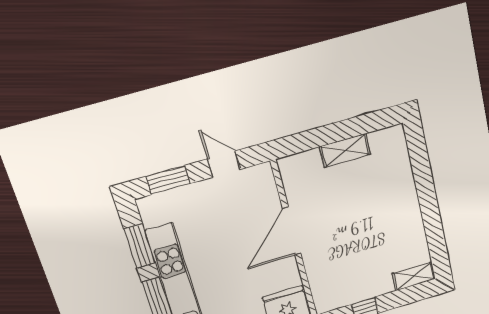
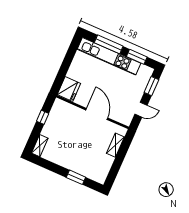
shelving: (345, 150) -> (115, 145), moved
window: (423, 178) -> (76, 177), added

